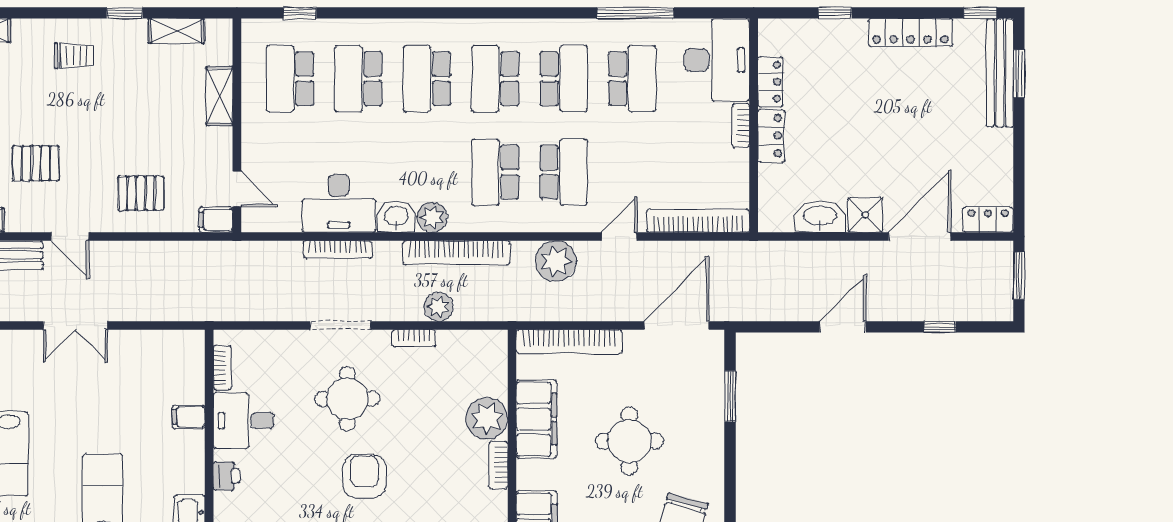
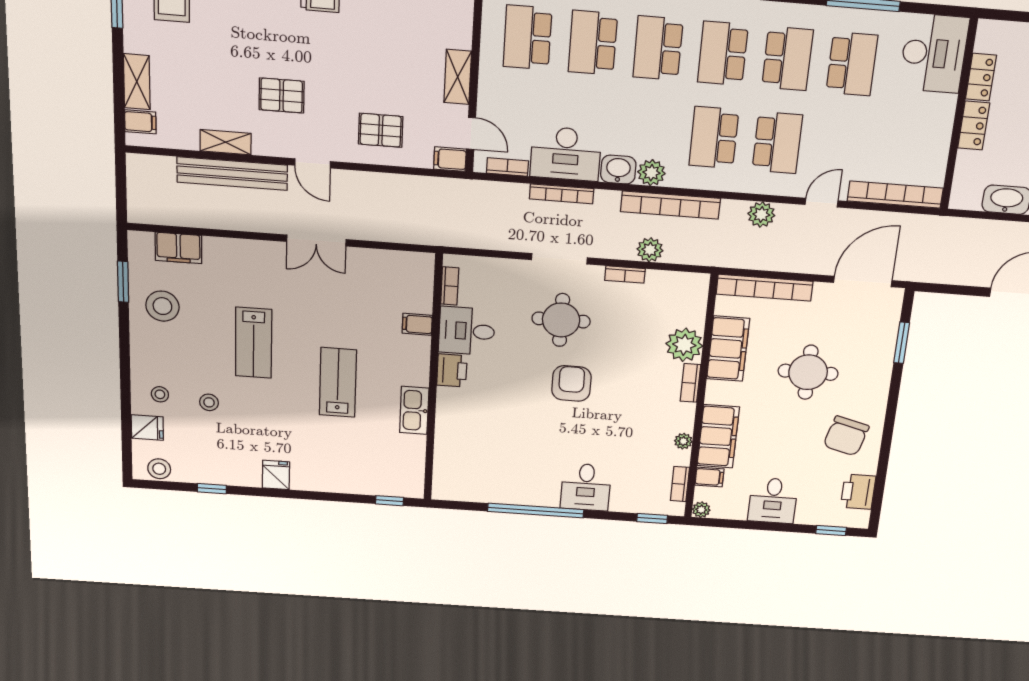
shelving: (220, 96) -> (458, 77), moved
bookcase: (741, 126) -> (507, 167), moved, turned 90
plant: (556, 261) -> (761, 215), width x0.73, depth x0.73
printer: (226, 476) -> (452, 370), width x1.36, depth x1.24

